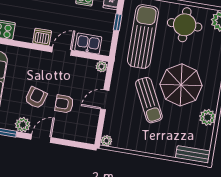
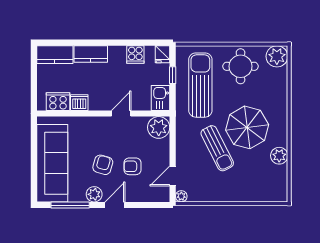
dishwasher: (42, 37) -> (79, 103), moved
kitchen sink: (88, 44) -> (161, 98), moved, turned -90
plant: (102, 66) -> (159, 127), width x1.88, depth x1.88
door: (105, 100) -> (173, 176), moved
bench: (193, 154) -> (271, 196), removed

